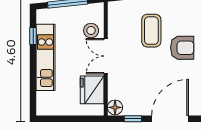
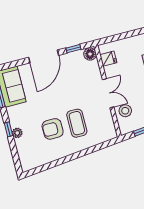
armchair: (182, 48) -> (53, 129), moved
fridge: (92, 90) -> (108, 59), width x0.53, depth x0.75

